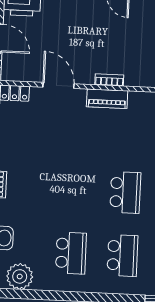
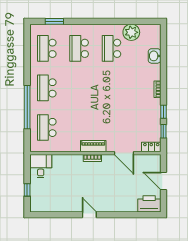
school desk: (125, 192) -> (79, 88), removed
plant: (20, 276) -> (131, 32), moved

